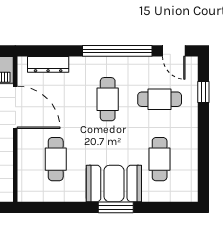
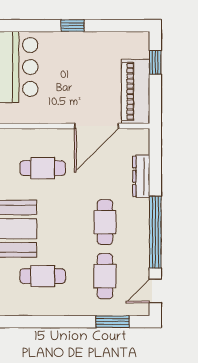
dresser: (48, 64) -> (141, 176), moved
window: (203, 92) -> (112, 322), width x1.50
cafe table: (108, 99) -> (105, 222), turned 90

